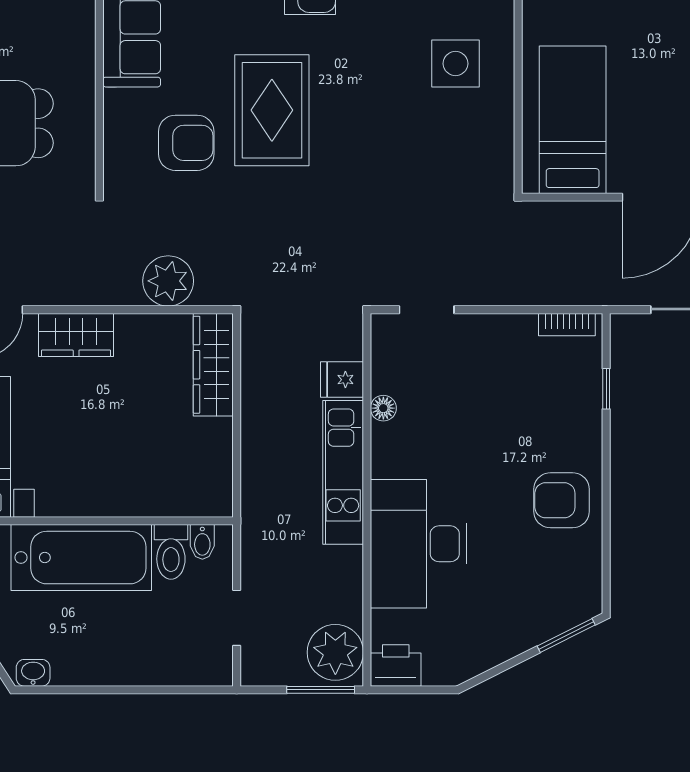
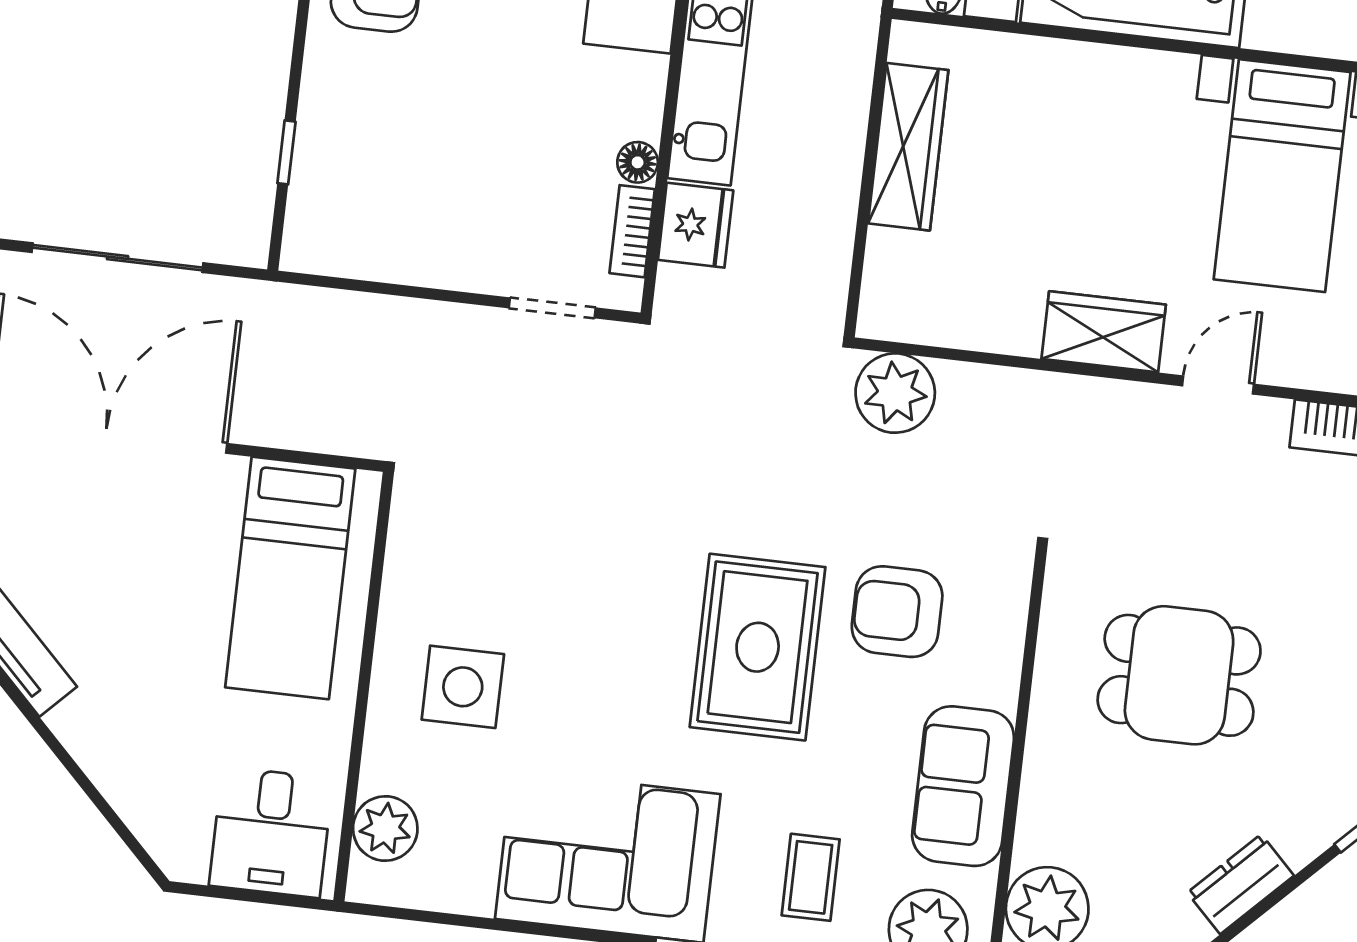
plant: (168, 281) -> (895, 393), moved
bookcase: (567, 325) -> (632, 231), moved, turned -90
wardrobe: (213, 365) -> (908, 147), moved
fridge: (342, 380) -> (696, 225), width x1.38

